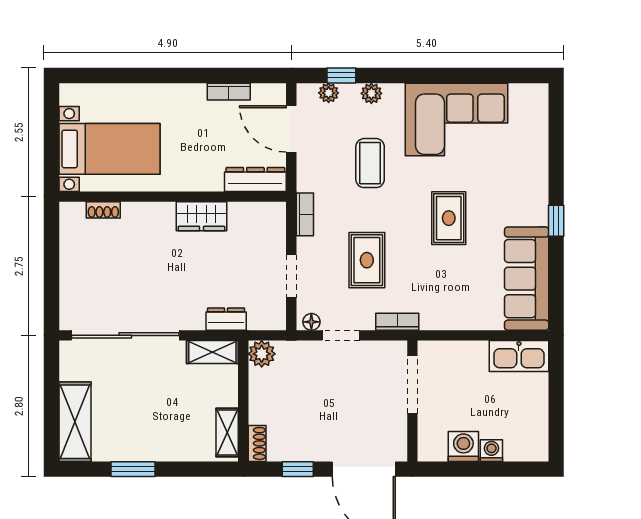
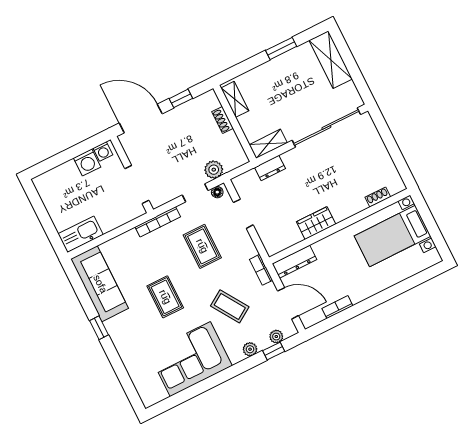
coffee table: (370, 163) -> (230, 306), turned -33
bookcase: (305, 214) -> (261, 270), moved
bookcase: (397, 322) -> (158, 222), width x1.56
plant: (262, 354) -> (214, 170), moved
shoe rack: (257, 443) -> (223, 120), moved
washing machine: (491, 451) -> (103, 151), moved

